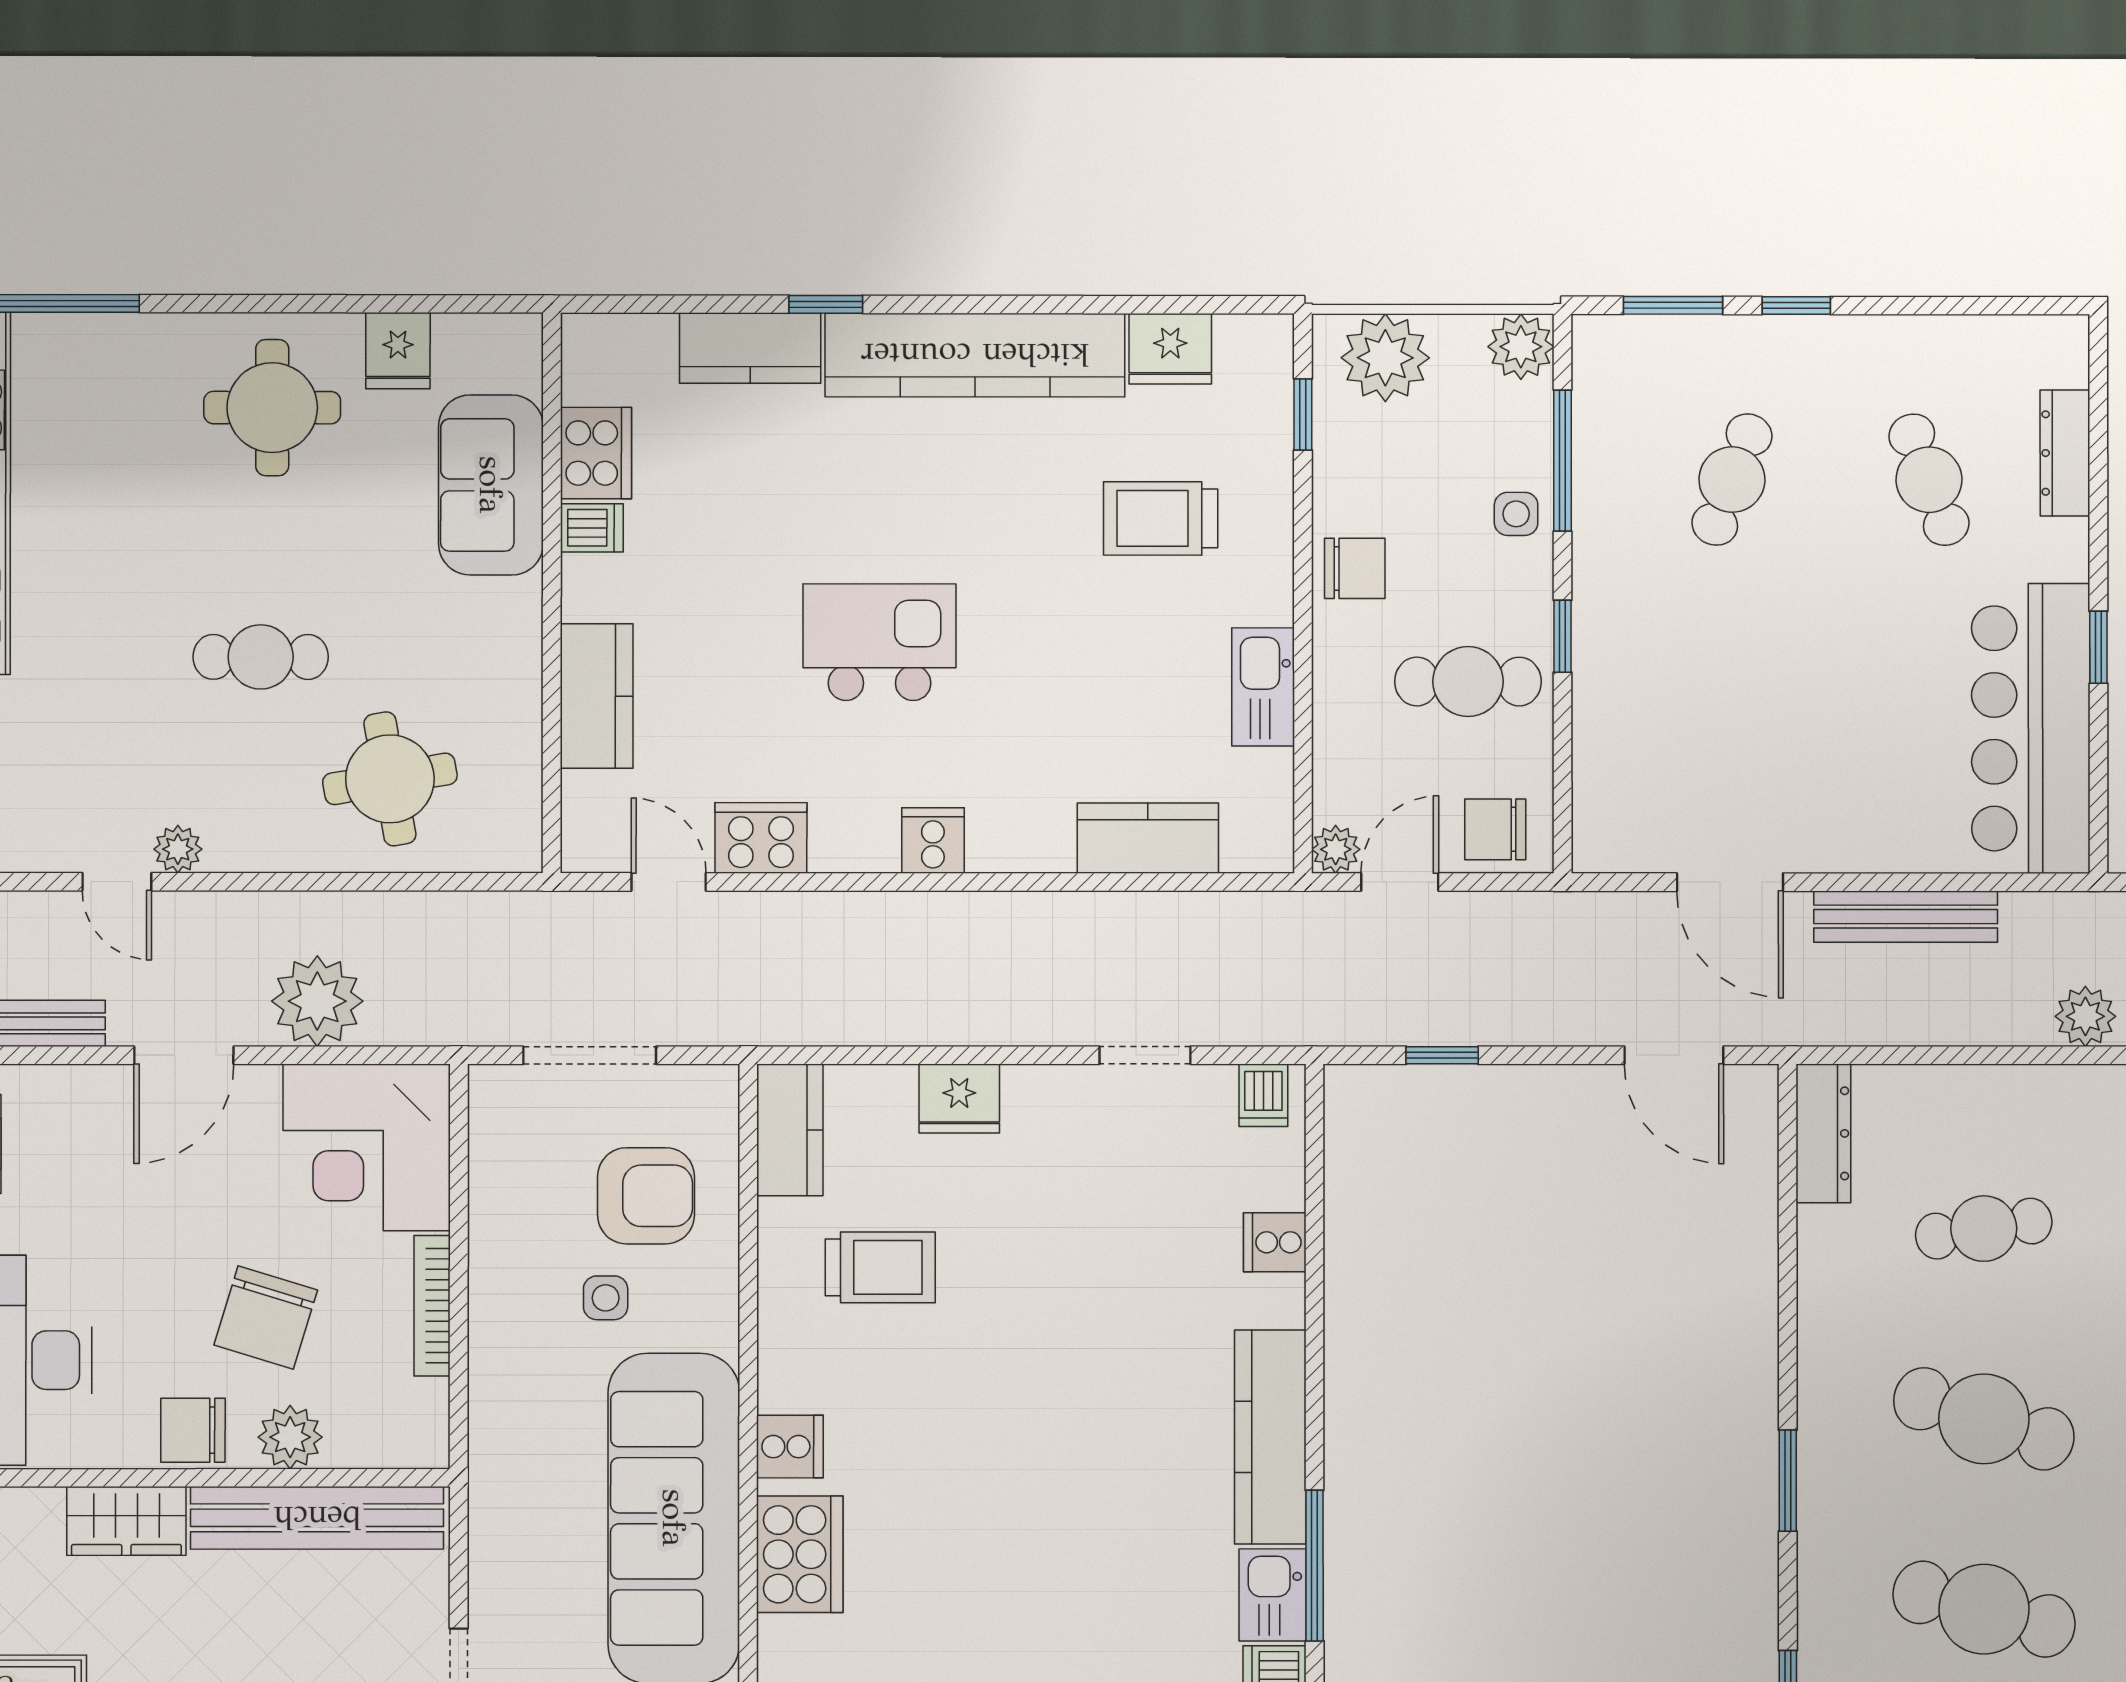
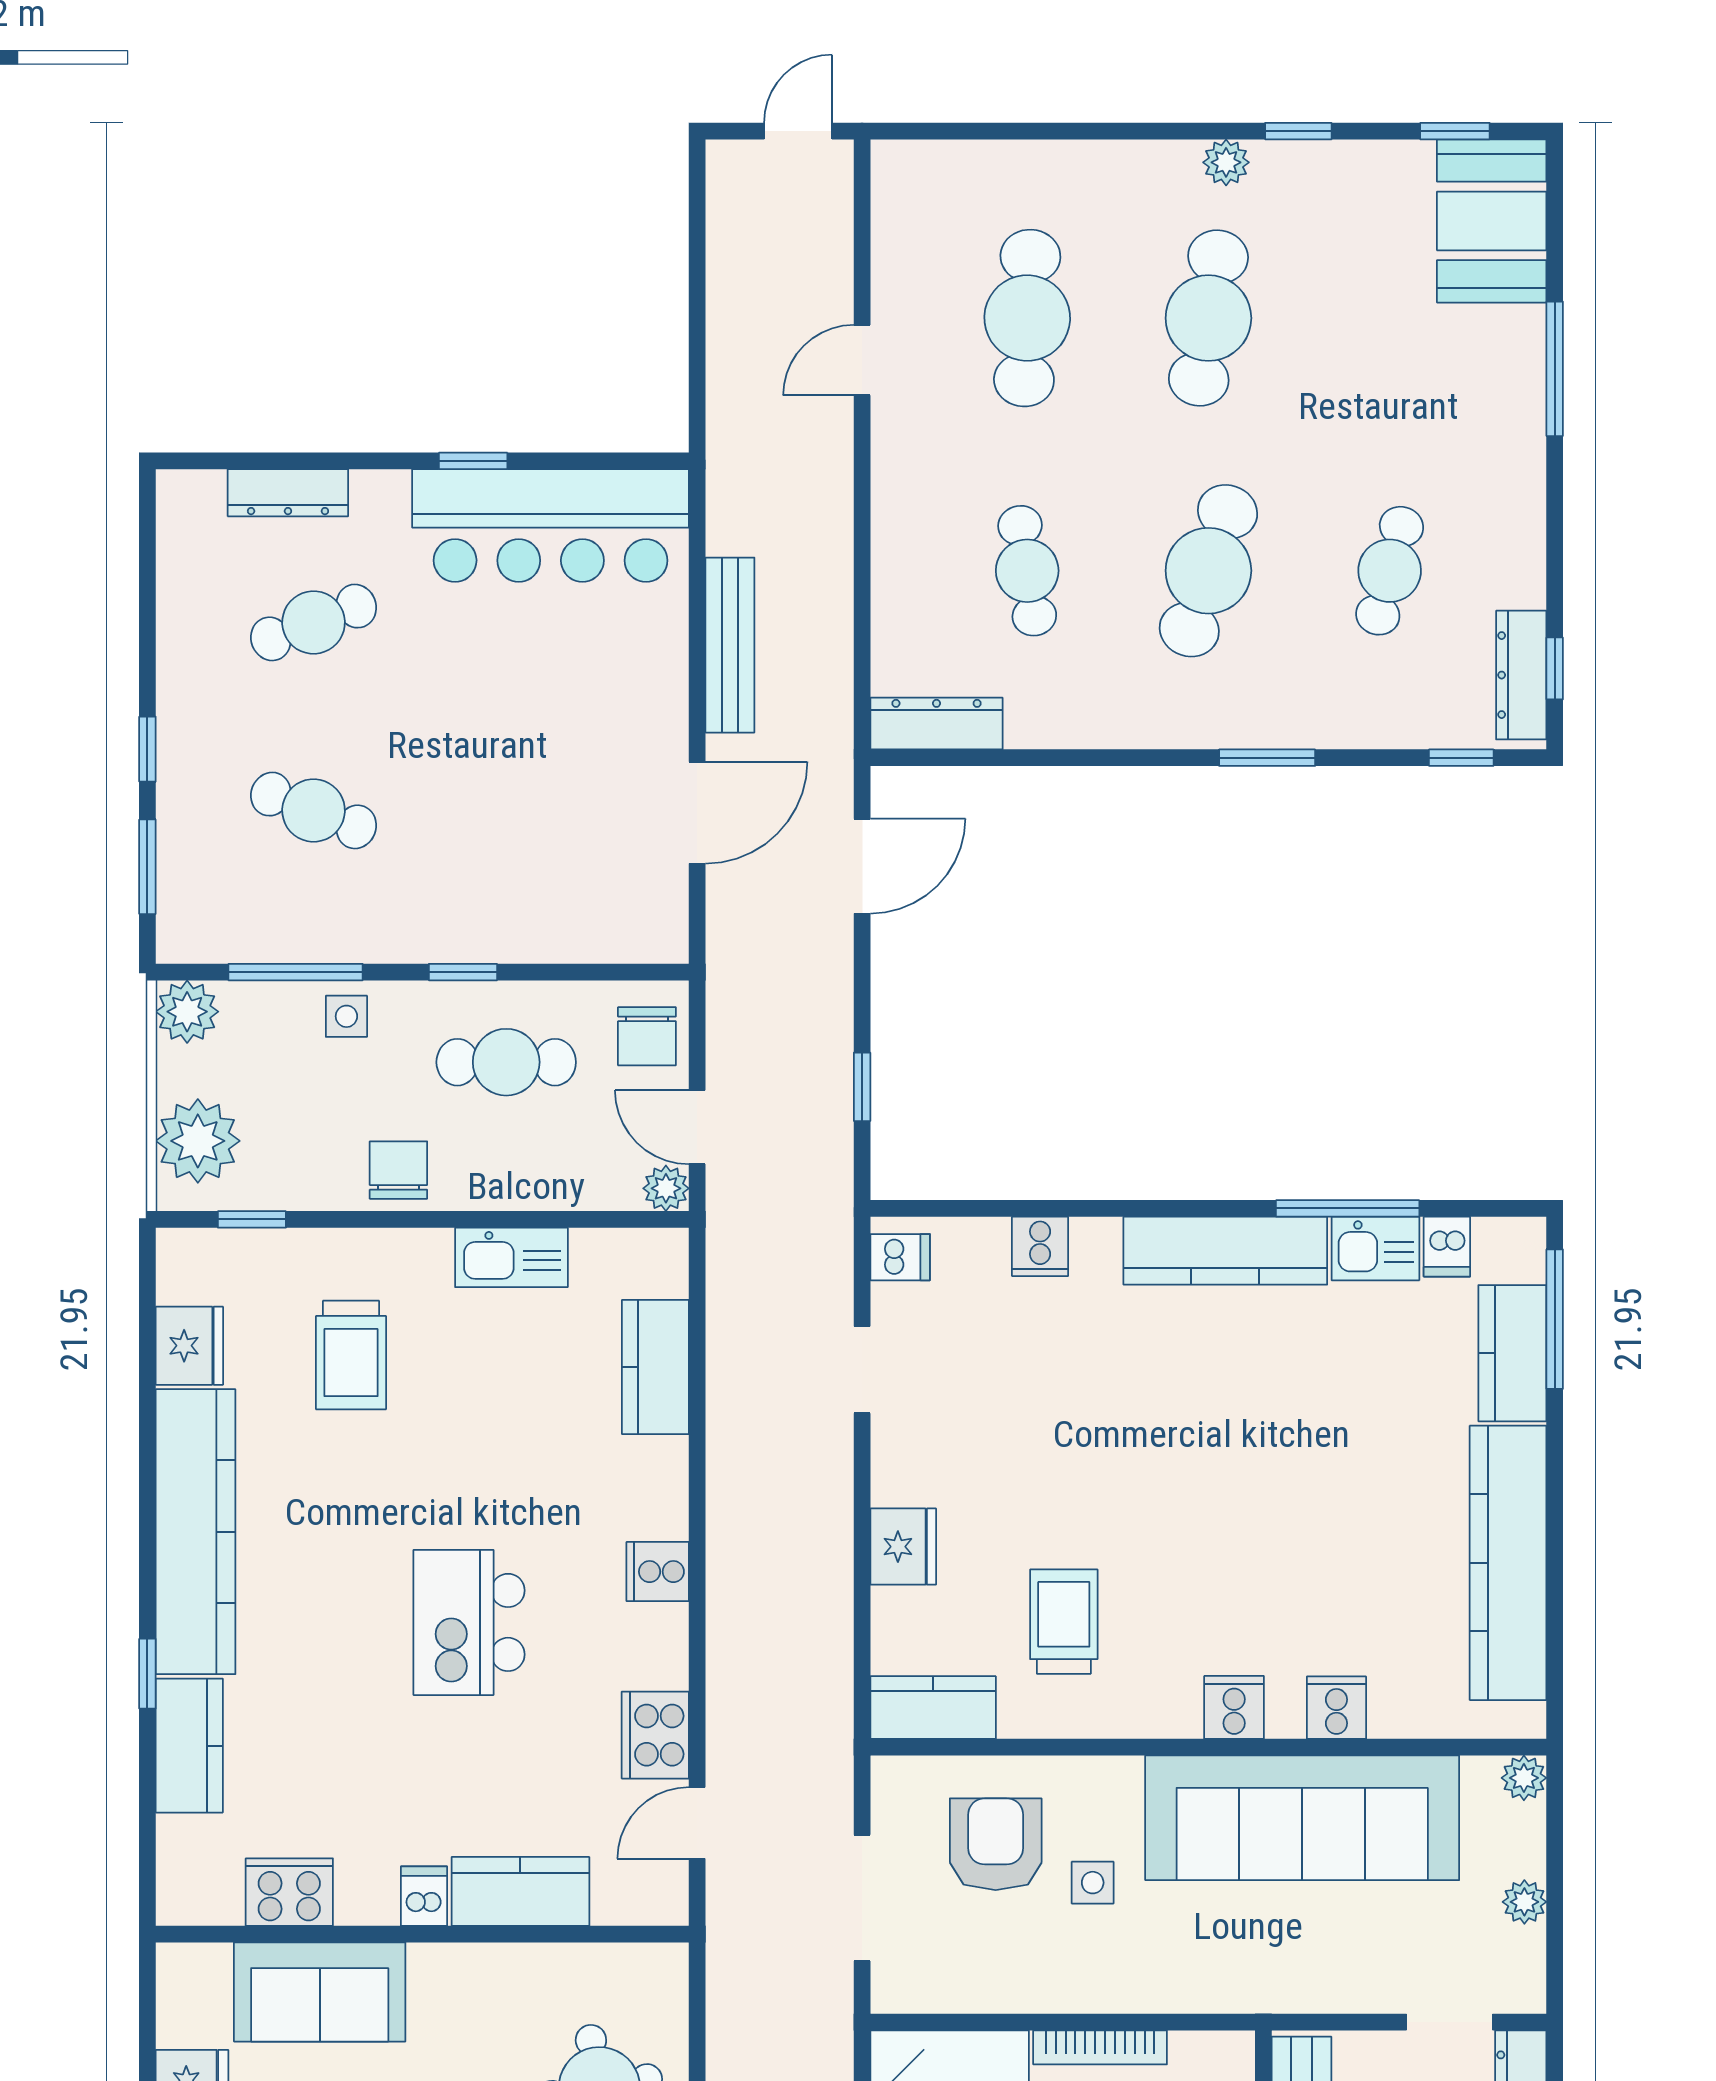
dishwasher: (592, 528) -> (424, 1896), moved
cafe table: (1468, 682) -> (506, 1062), turned 90
plant: (2085, 1016) -> (825, 474), removed
cooker: (800, 1554) -> (1336, 1708), width x0.53, depth x0.76
cafe table: (1984, 1609) -> (1390, 571), width x0.73, depth x0.74

